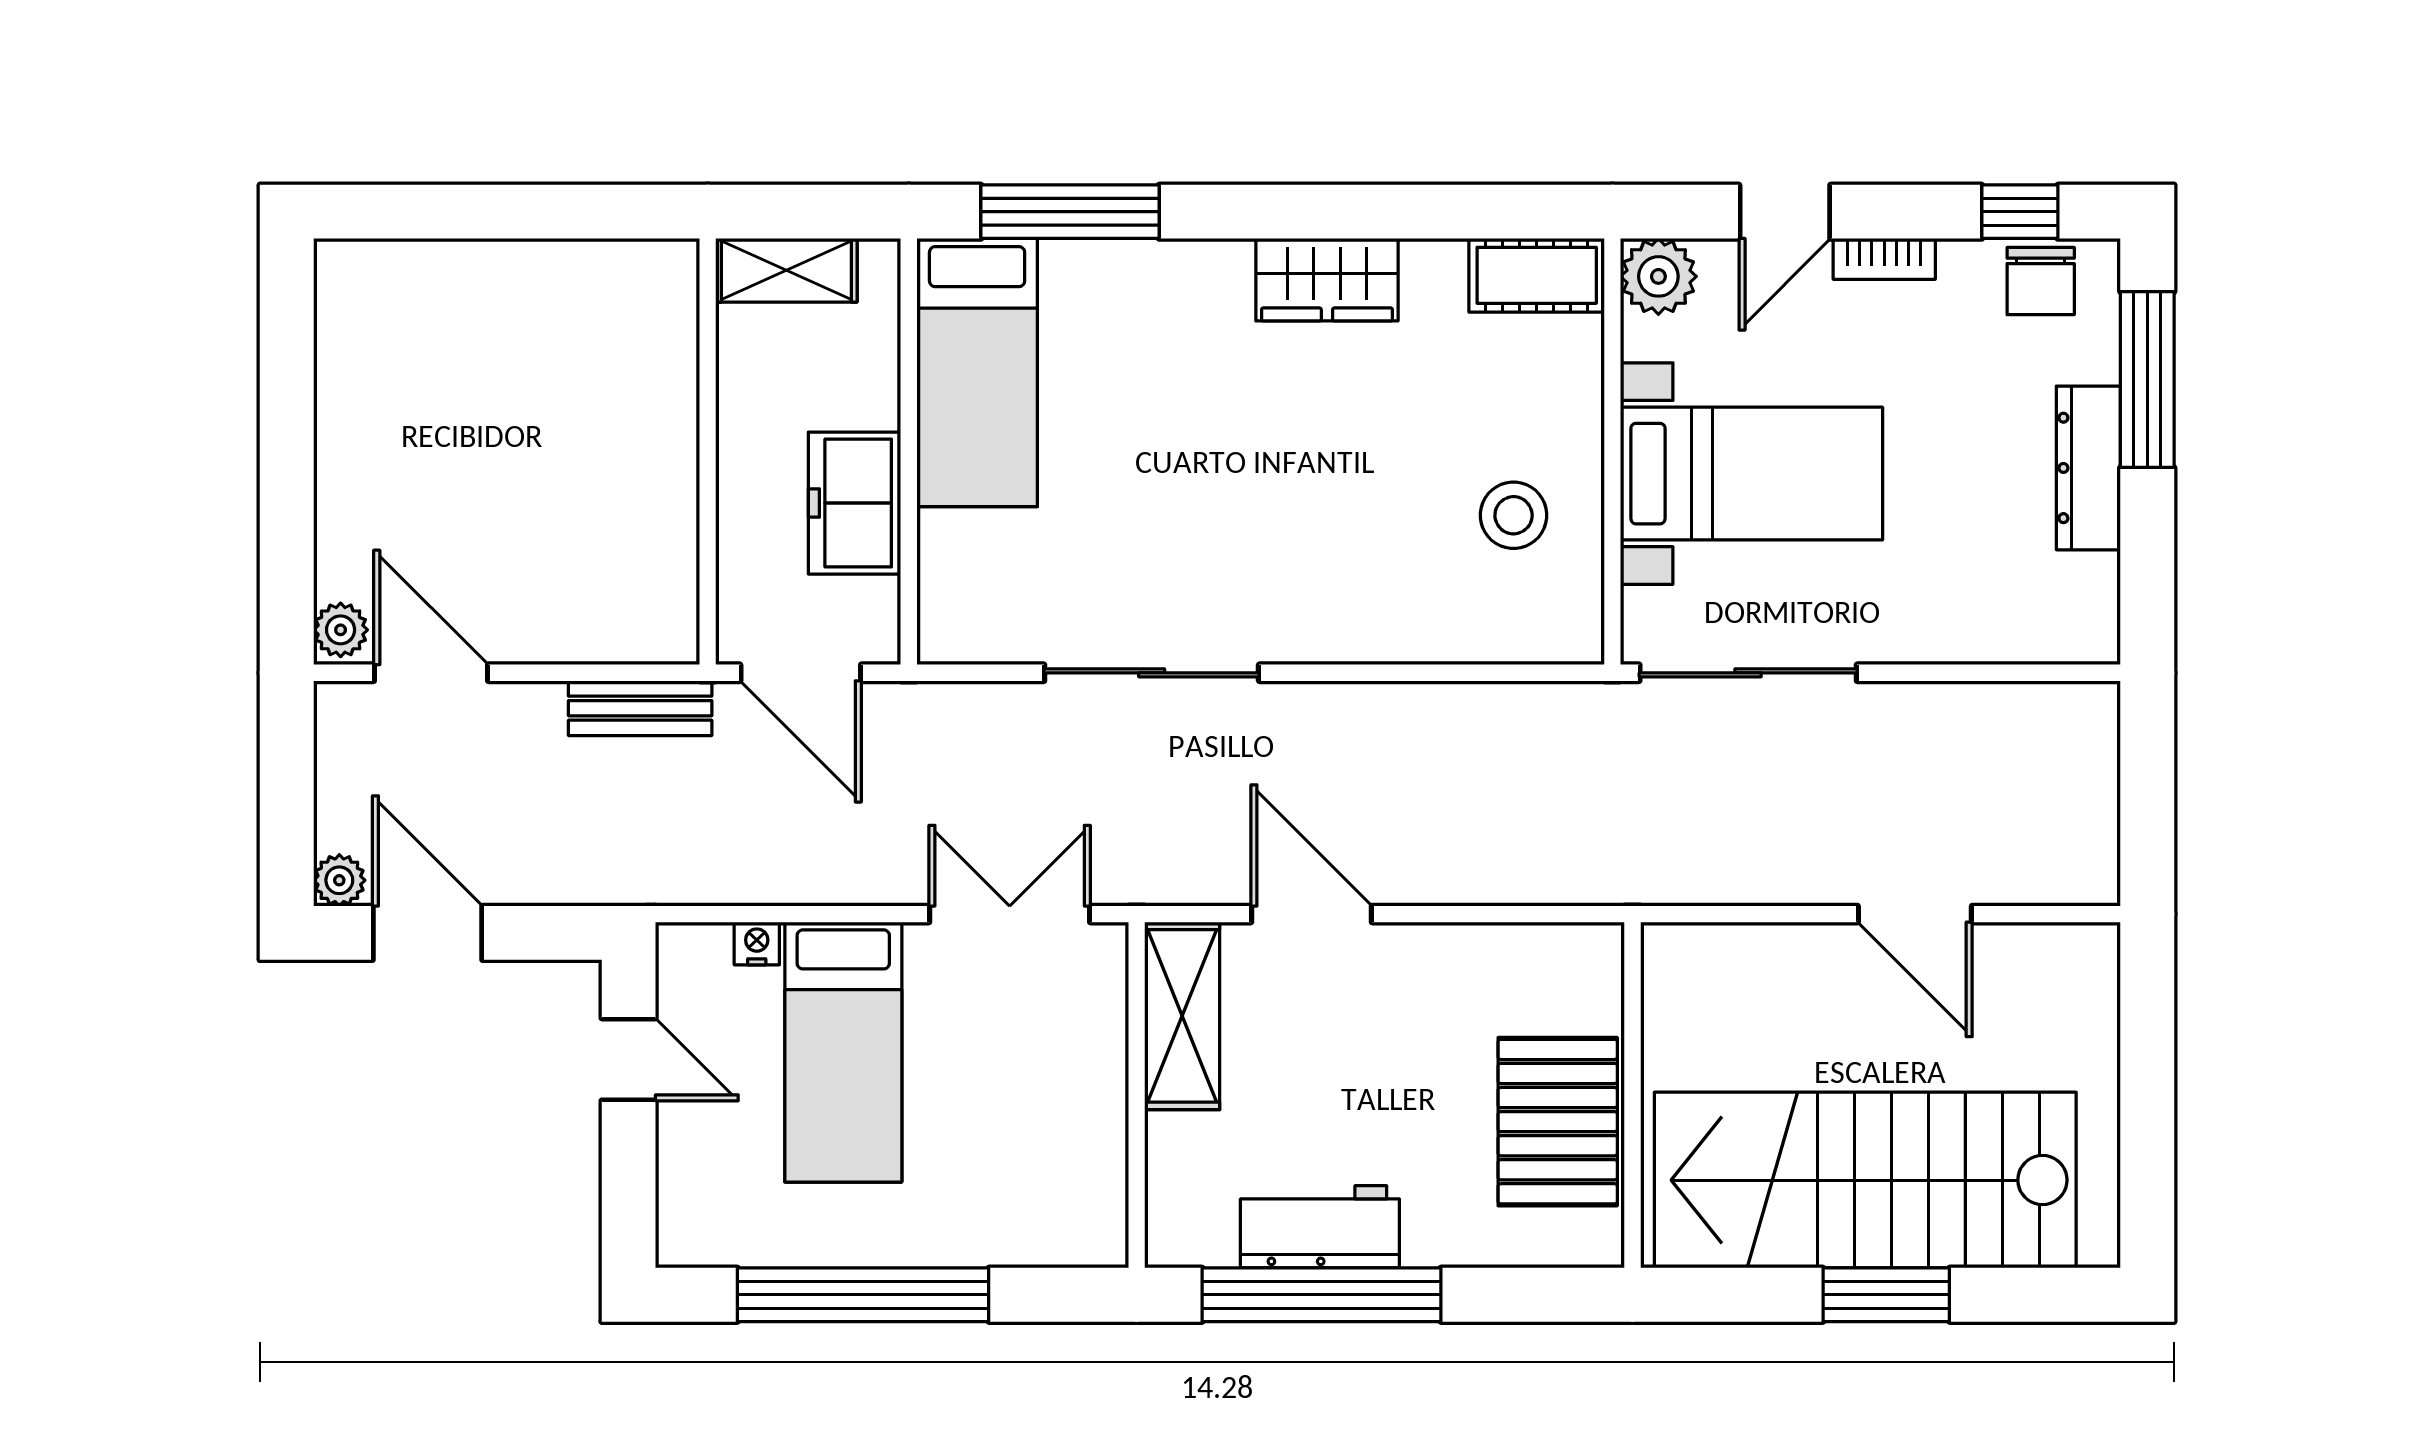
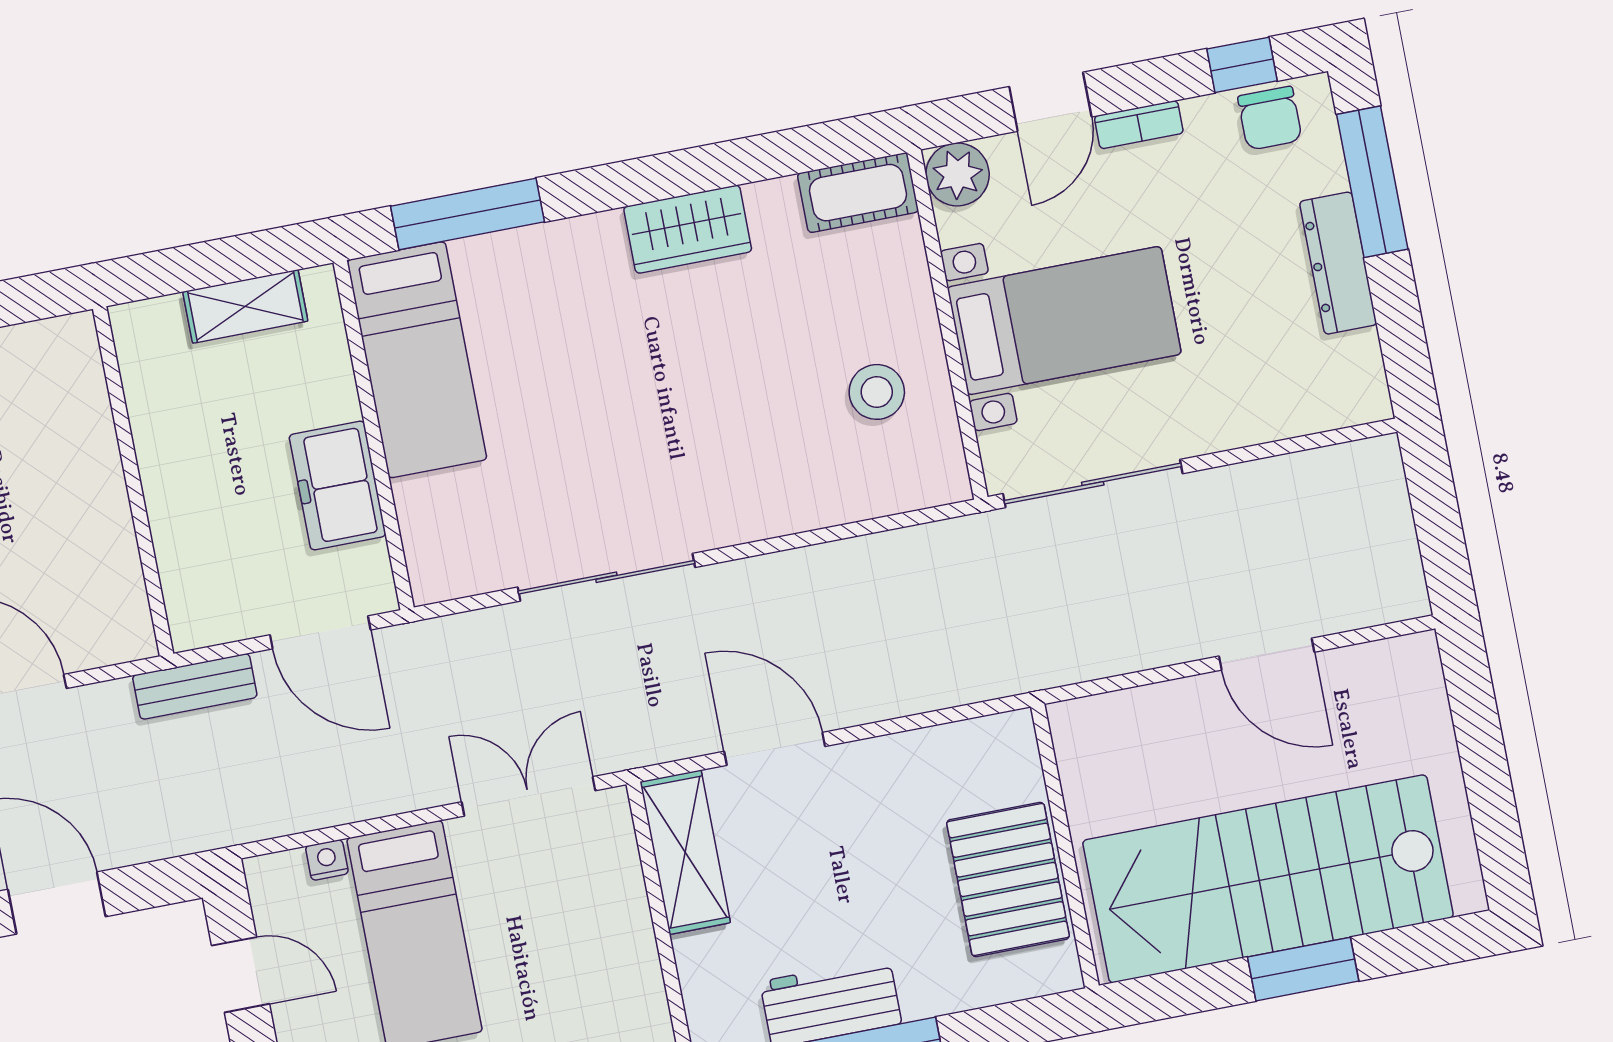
wall: (708, 452) -> (133, 481), moved

